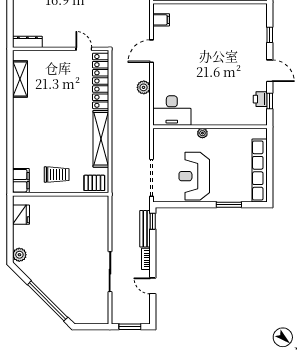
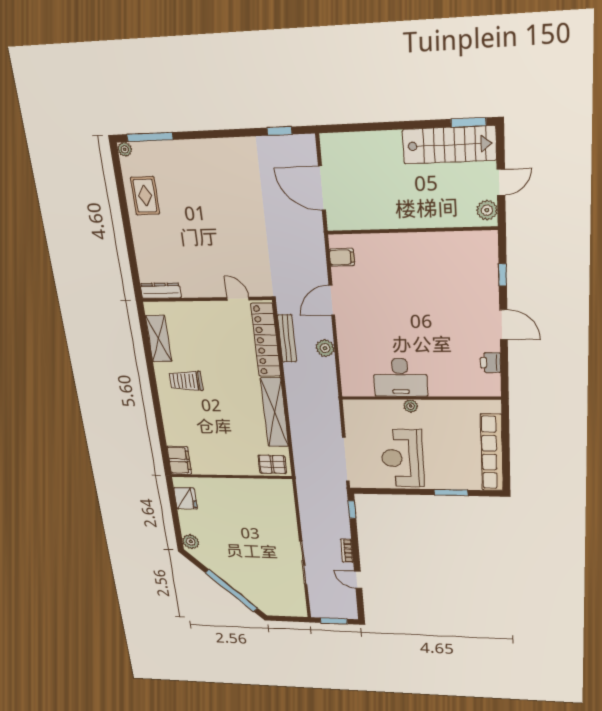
window: (270, 101) -> (504, 365), removed
desk: (172, 111) -> (400, 378), moved
trolley: (57, 175) -> (186, 381), moved, turned 180
bench: (145, 229) -> (287, 338), moved

